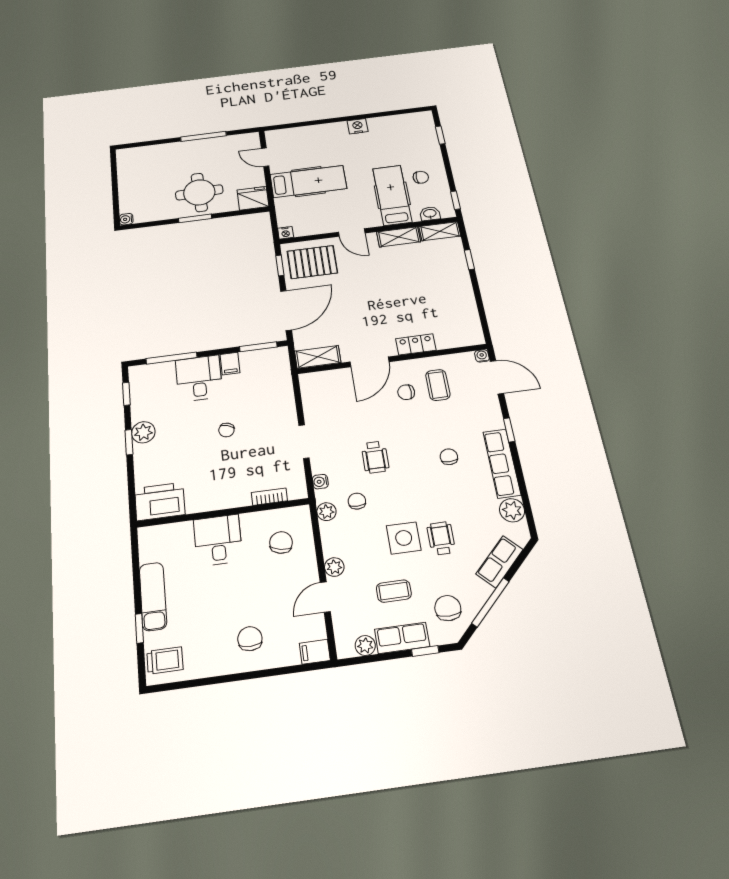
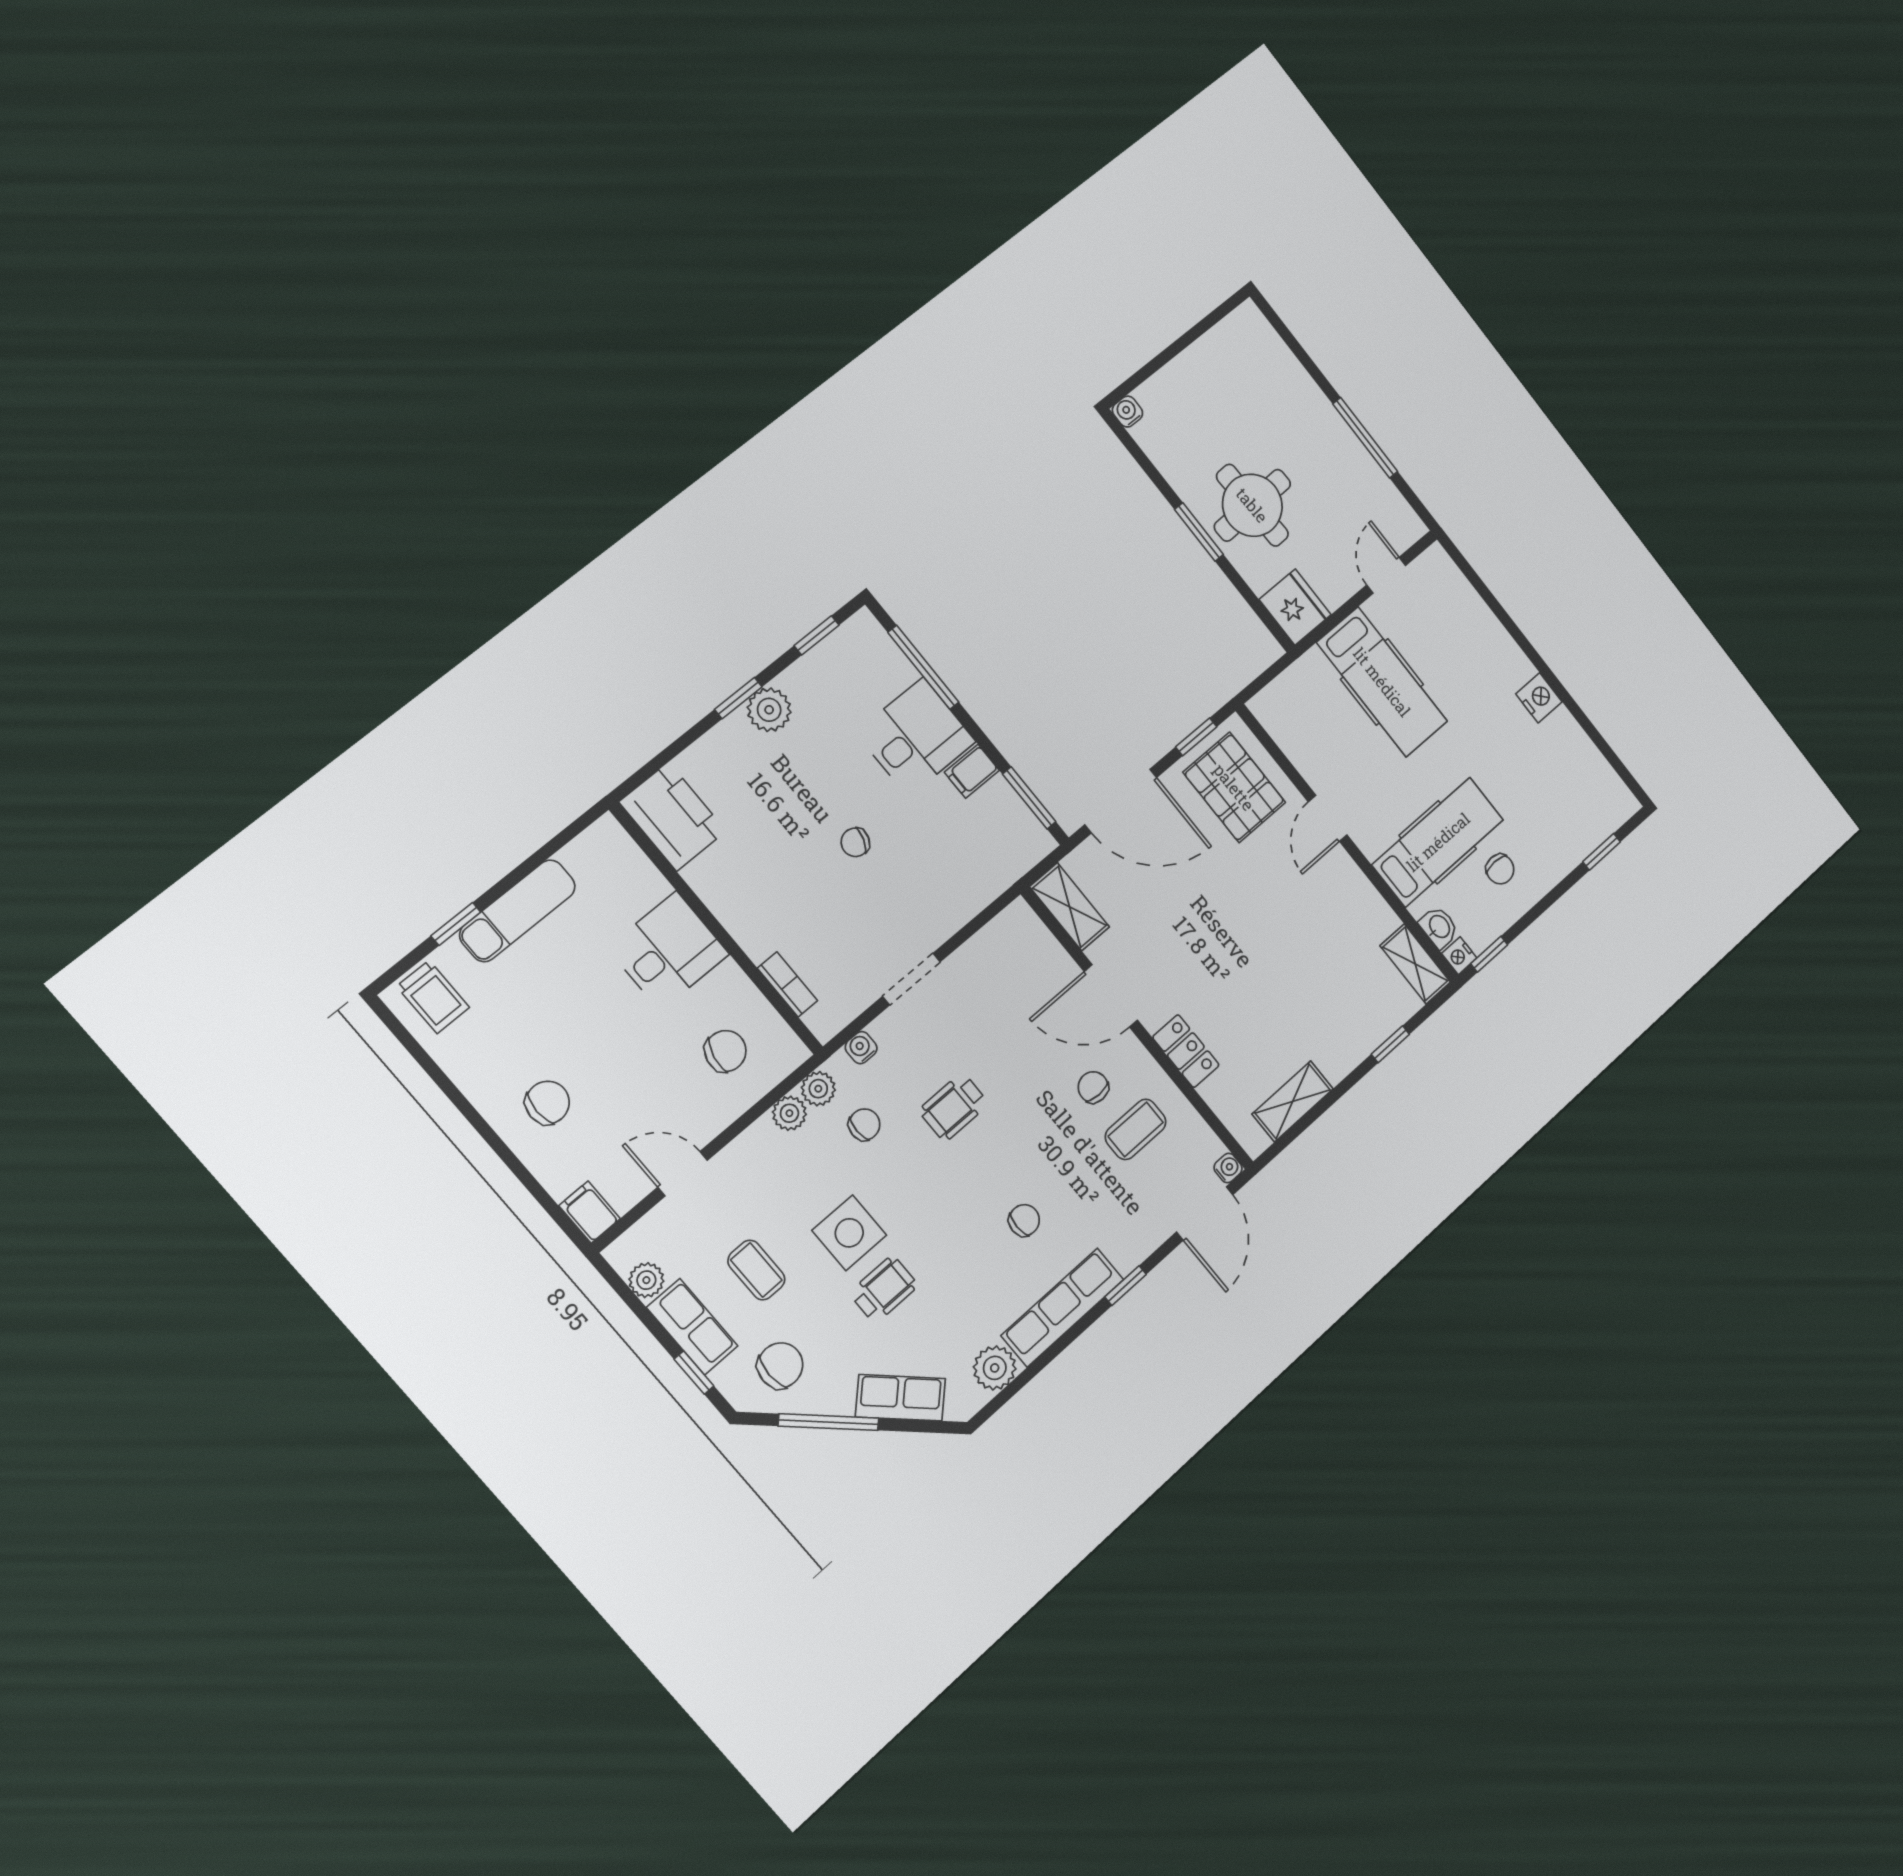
nightstand: (286, 233) -> (1459, 956), moved
shelving: (399, 237) -> (1293, 1101), moved, turned 90
plant: (334, 567) -> (789, 1113), moved

